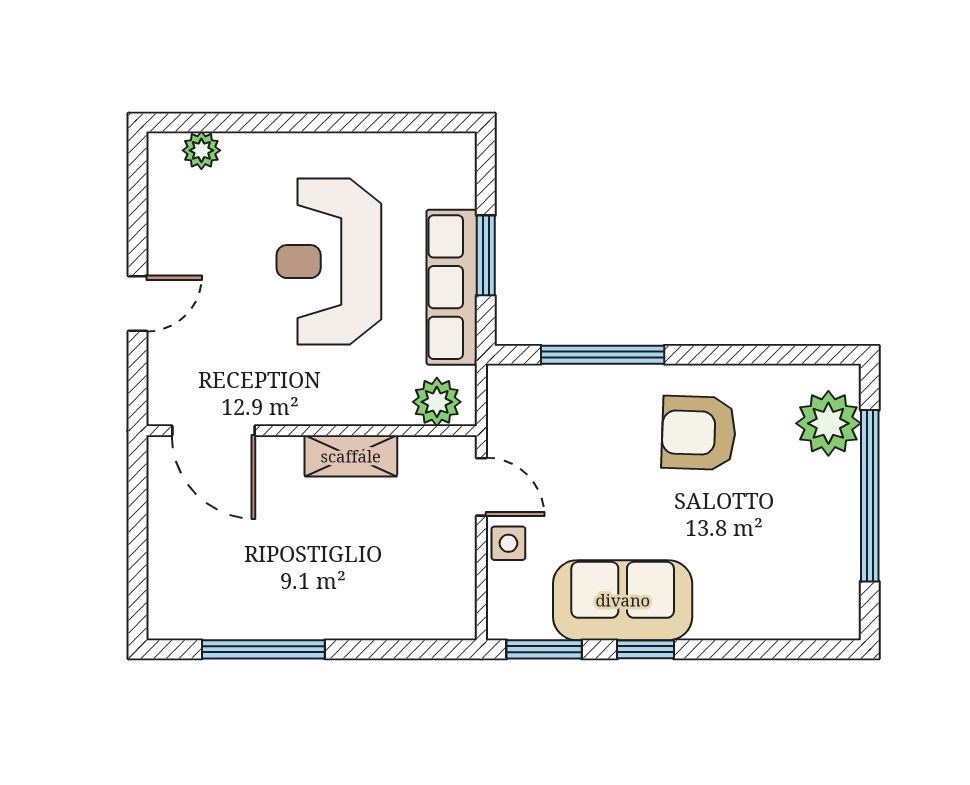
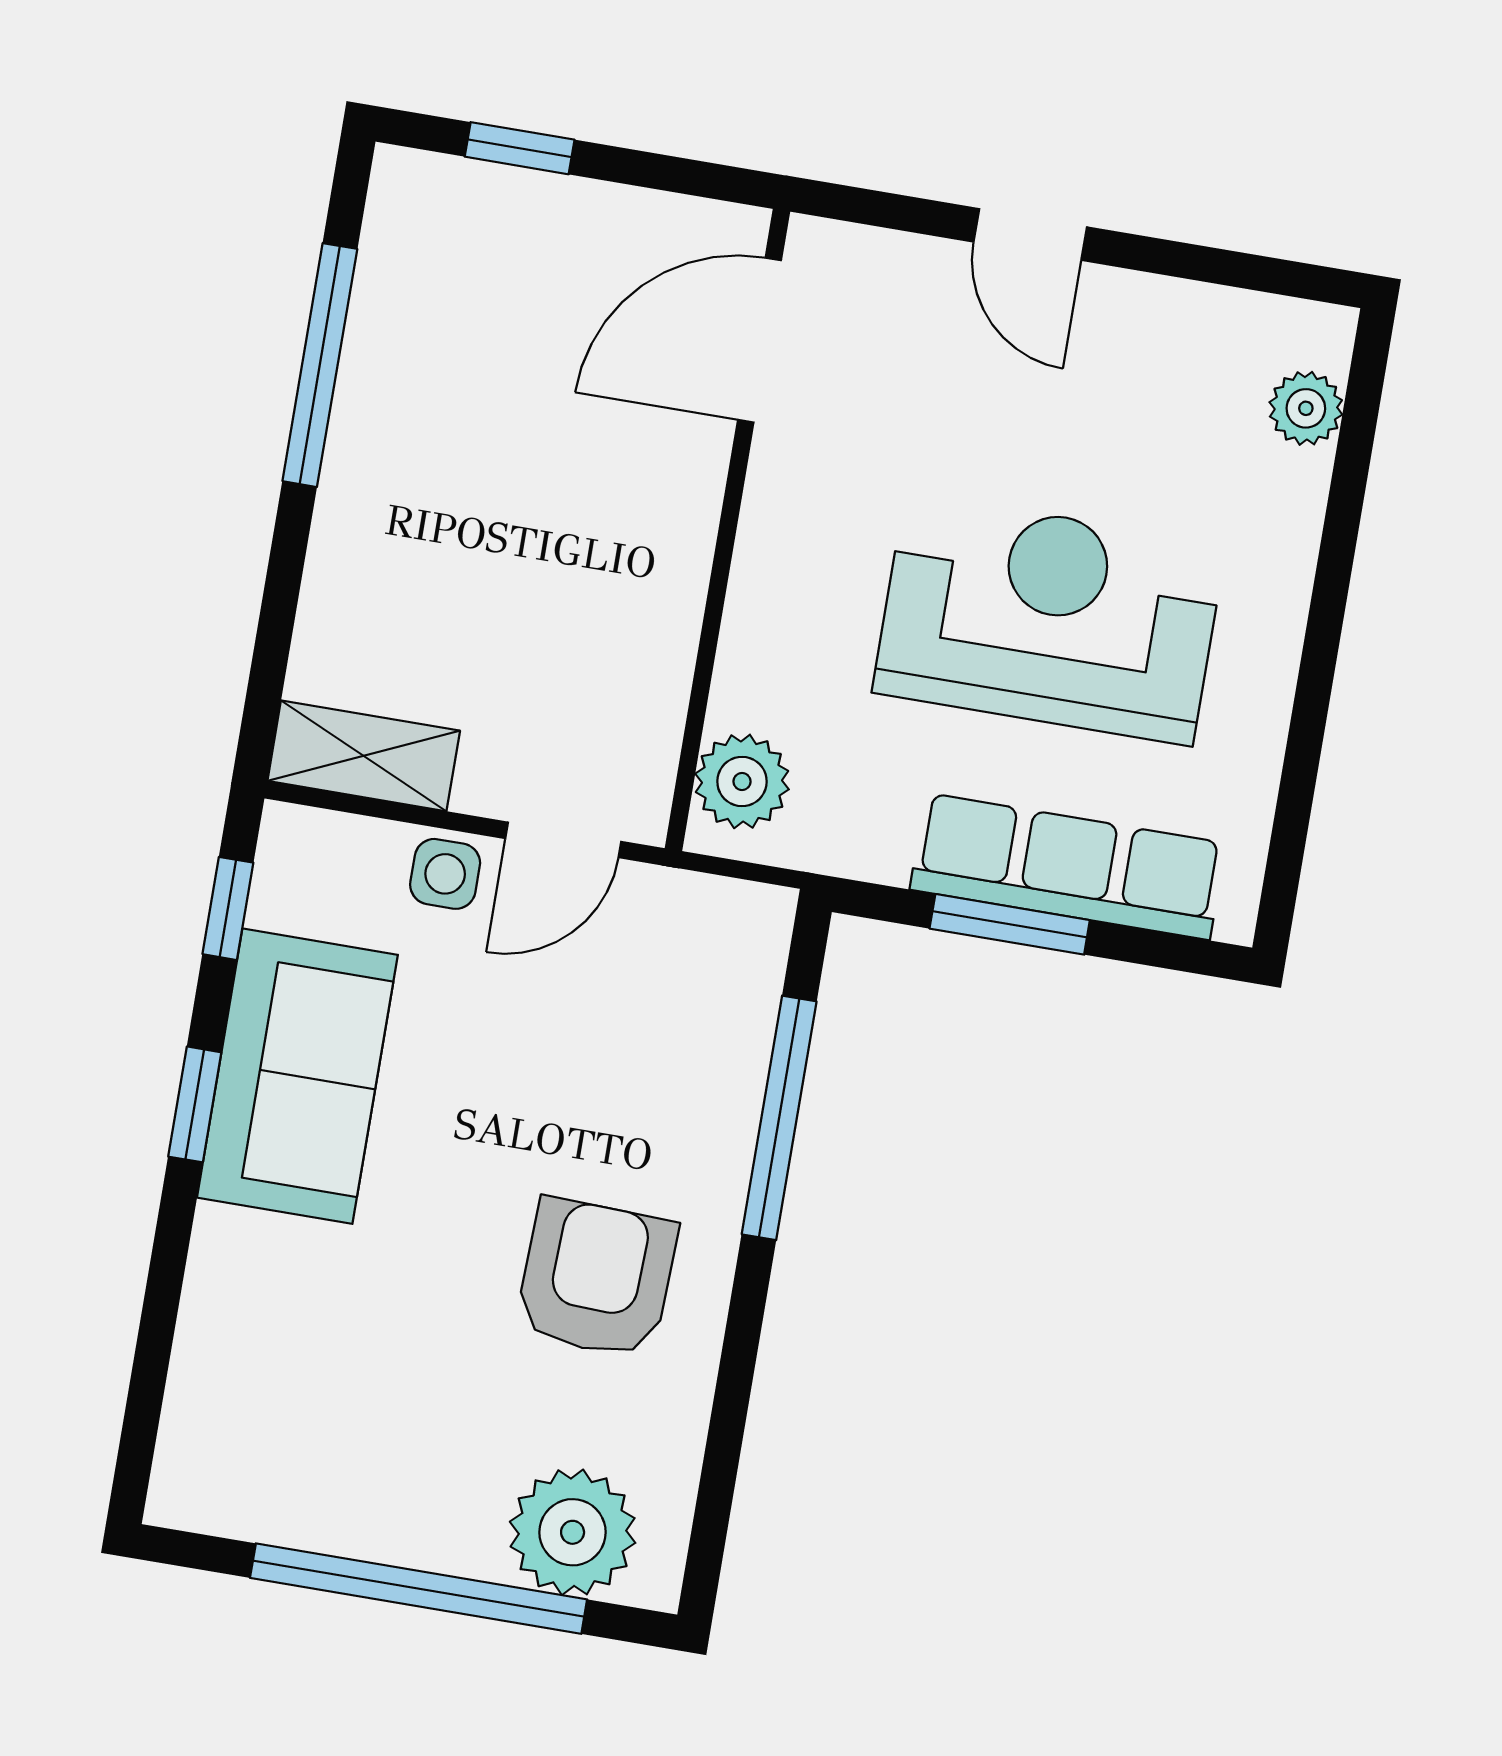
row of seats: (452, 287) -> (1068, 866), moved
shelving: (351, 456) -> (364, 756), moved, turned 90
window: (137, 567) -> (520, 148), added
window: (544, 649) -> (228, 908), width x0.67

